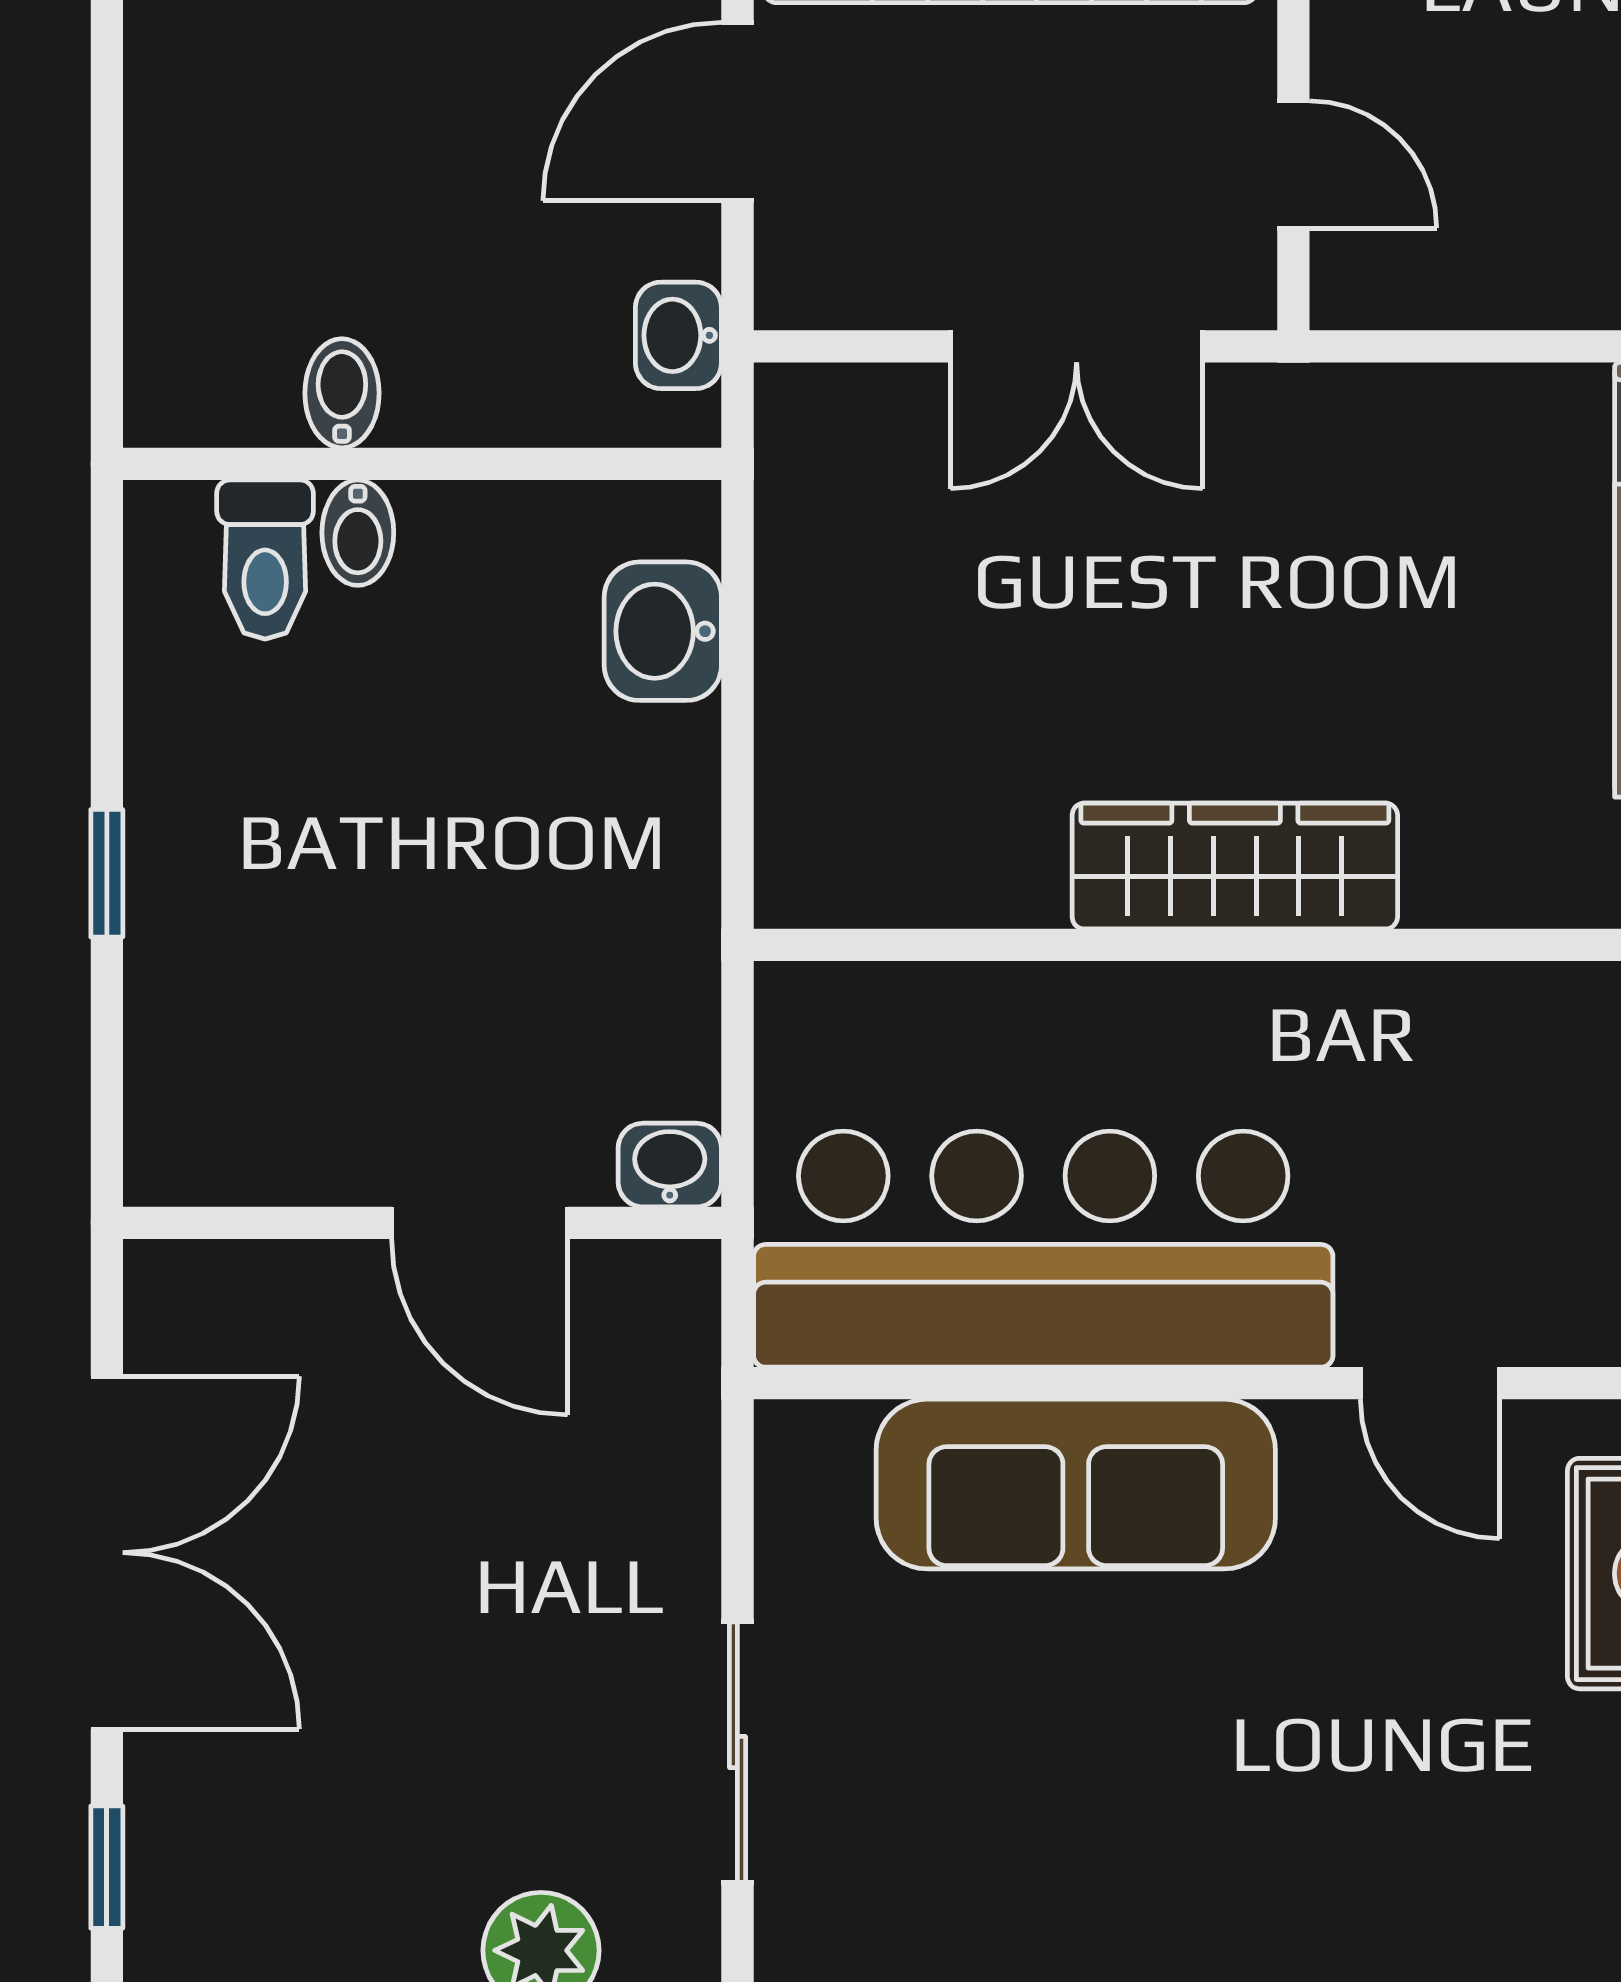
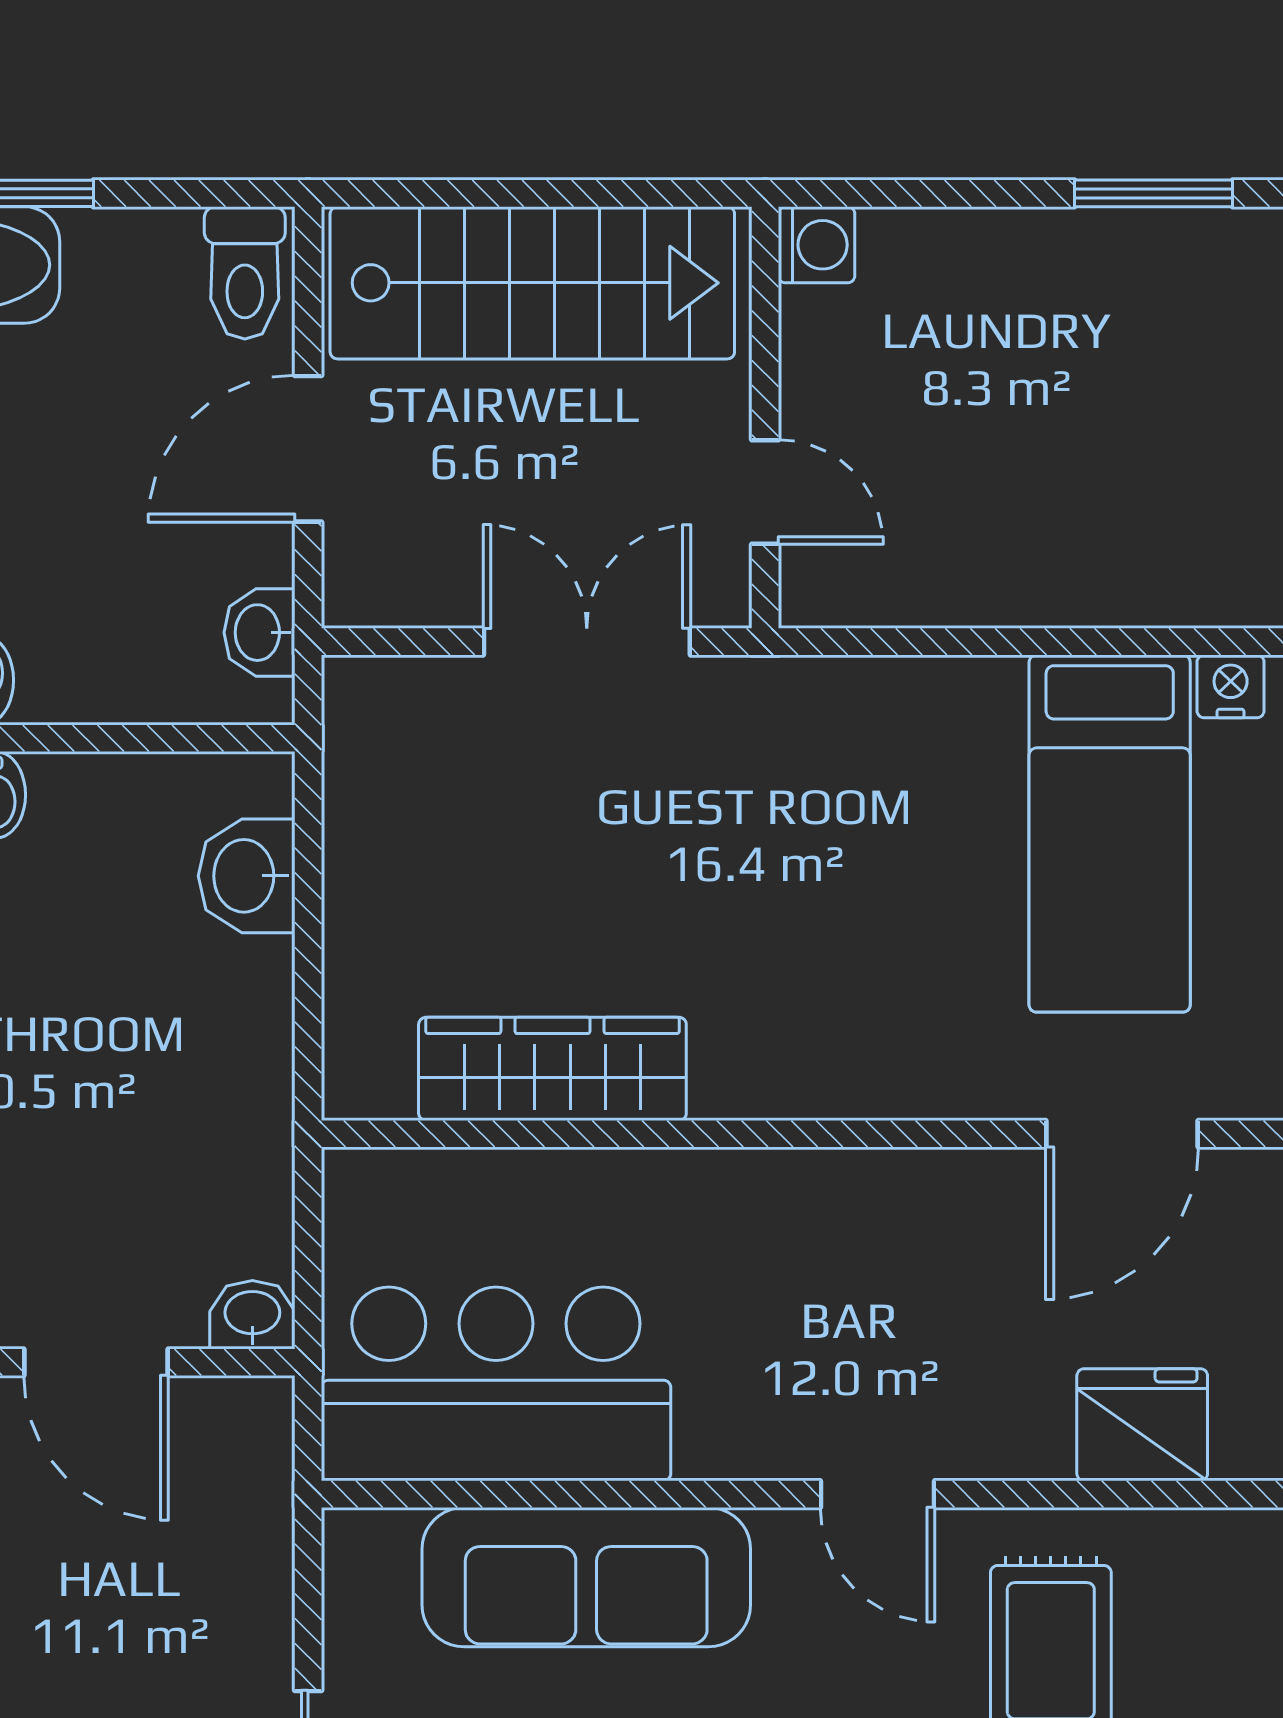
double door: (1077, 346) -> (587, 642), swing flipped
wardrobe: (1235, 866) -> (552, 1069), moved
bar counter: (1043, 1249) -> (496, 1384), width x0.73

